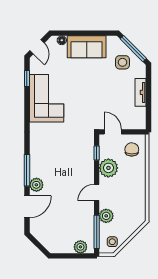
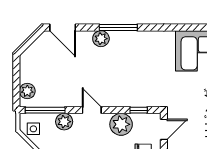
door: (27, 207) -> (63, 27), moved

